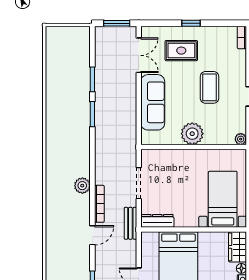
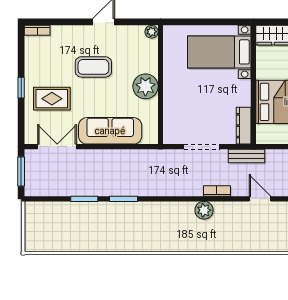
rug: (181, 51) -> (52, 99), turned 90
bookcase: (99, 204) -> (217, 191), width x0.64

